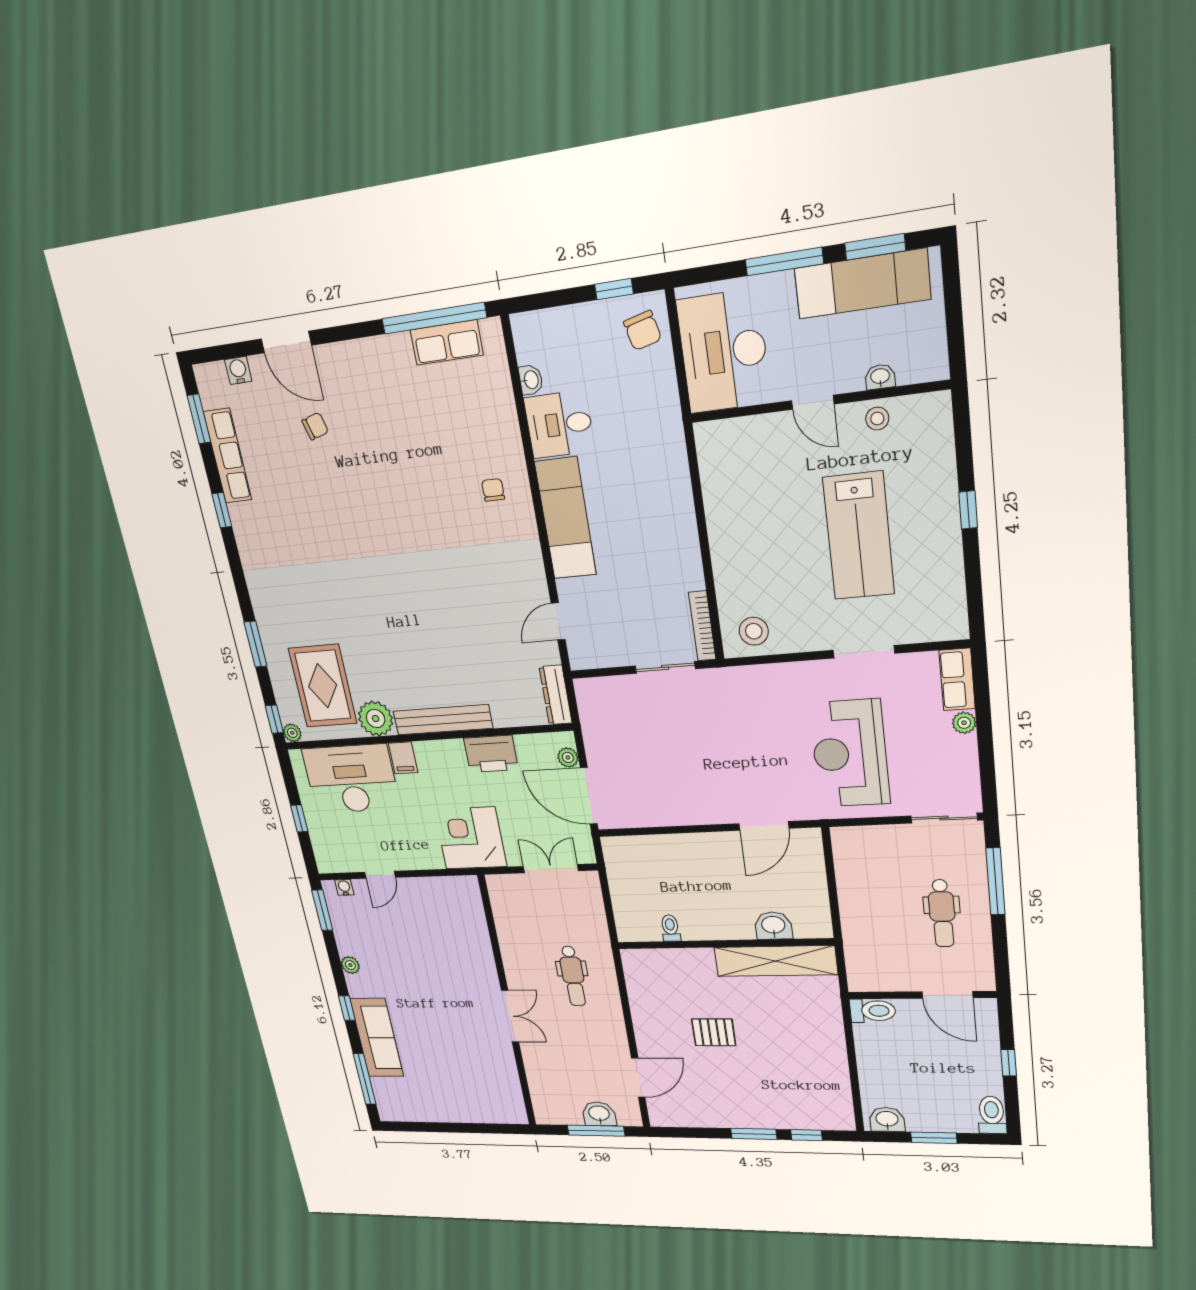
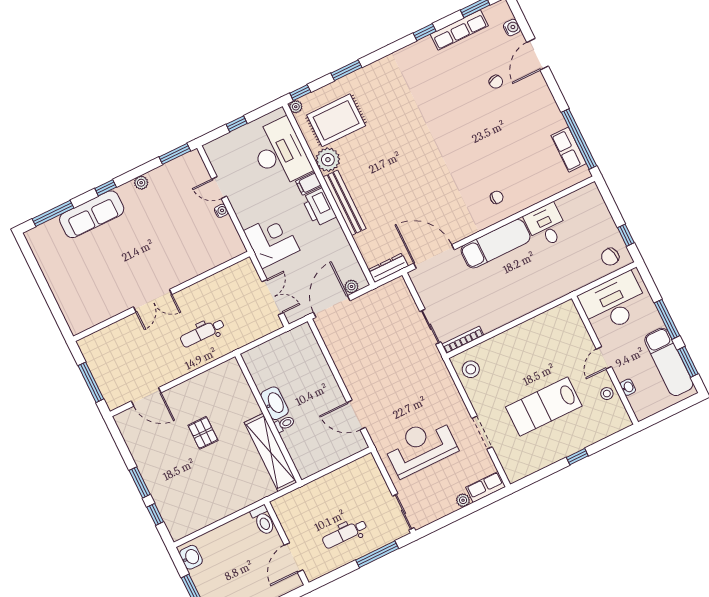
washbasin: (531, 380) -> (565, 203), removed
door: (558, 621) -> (434, 257), width x1.87
printer: (491, 754) -> (319, 207), moved
water cooler: (344, 887) -> (221, 211), moved
washbasin: (773, 926) -> (275, 403), moved, width x1.38
toilet: (670, 928) -> (284, 424), moved
washbasin: (599, 1114) -> (105, 380), removed

